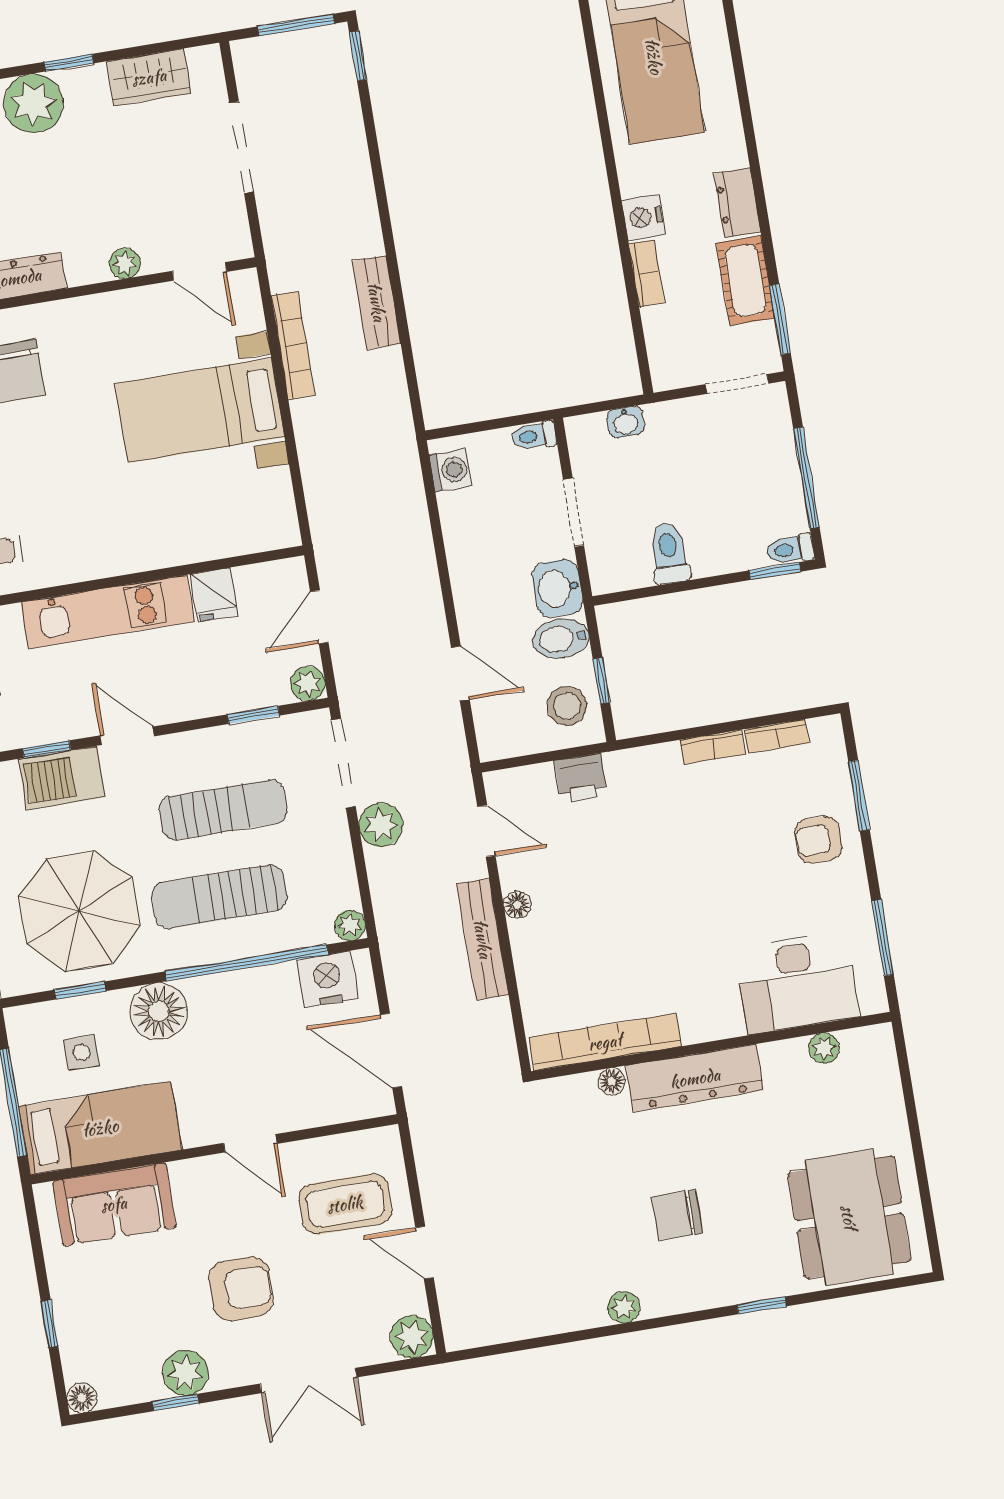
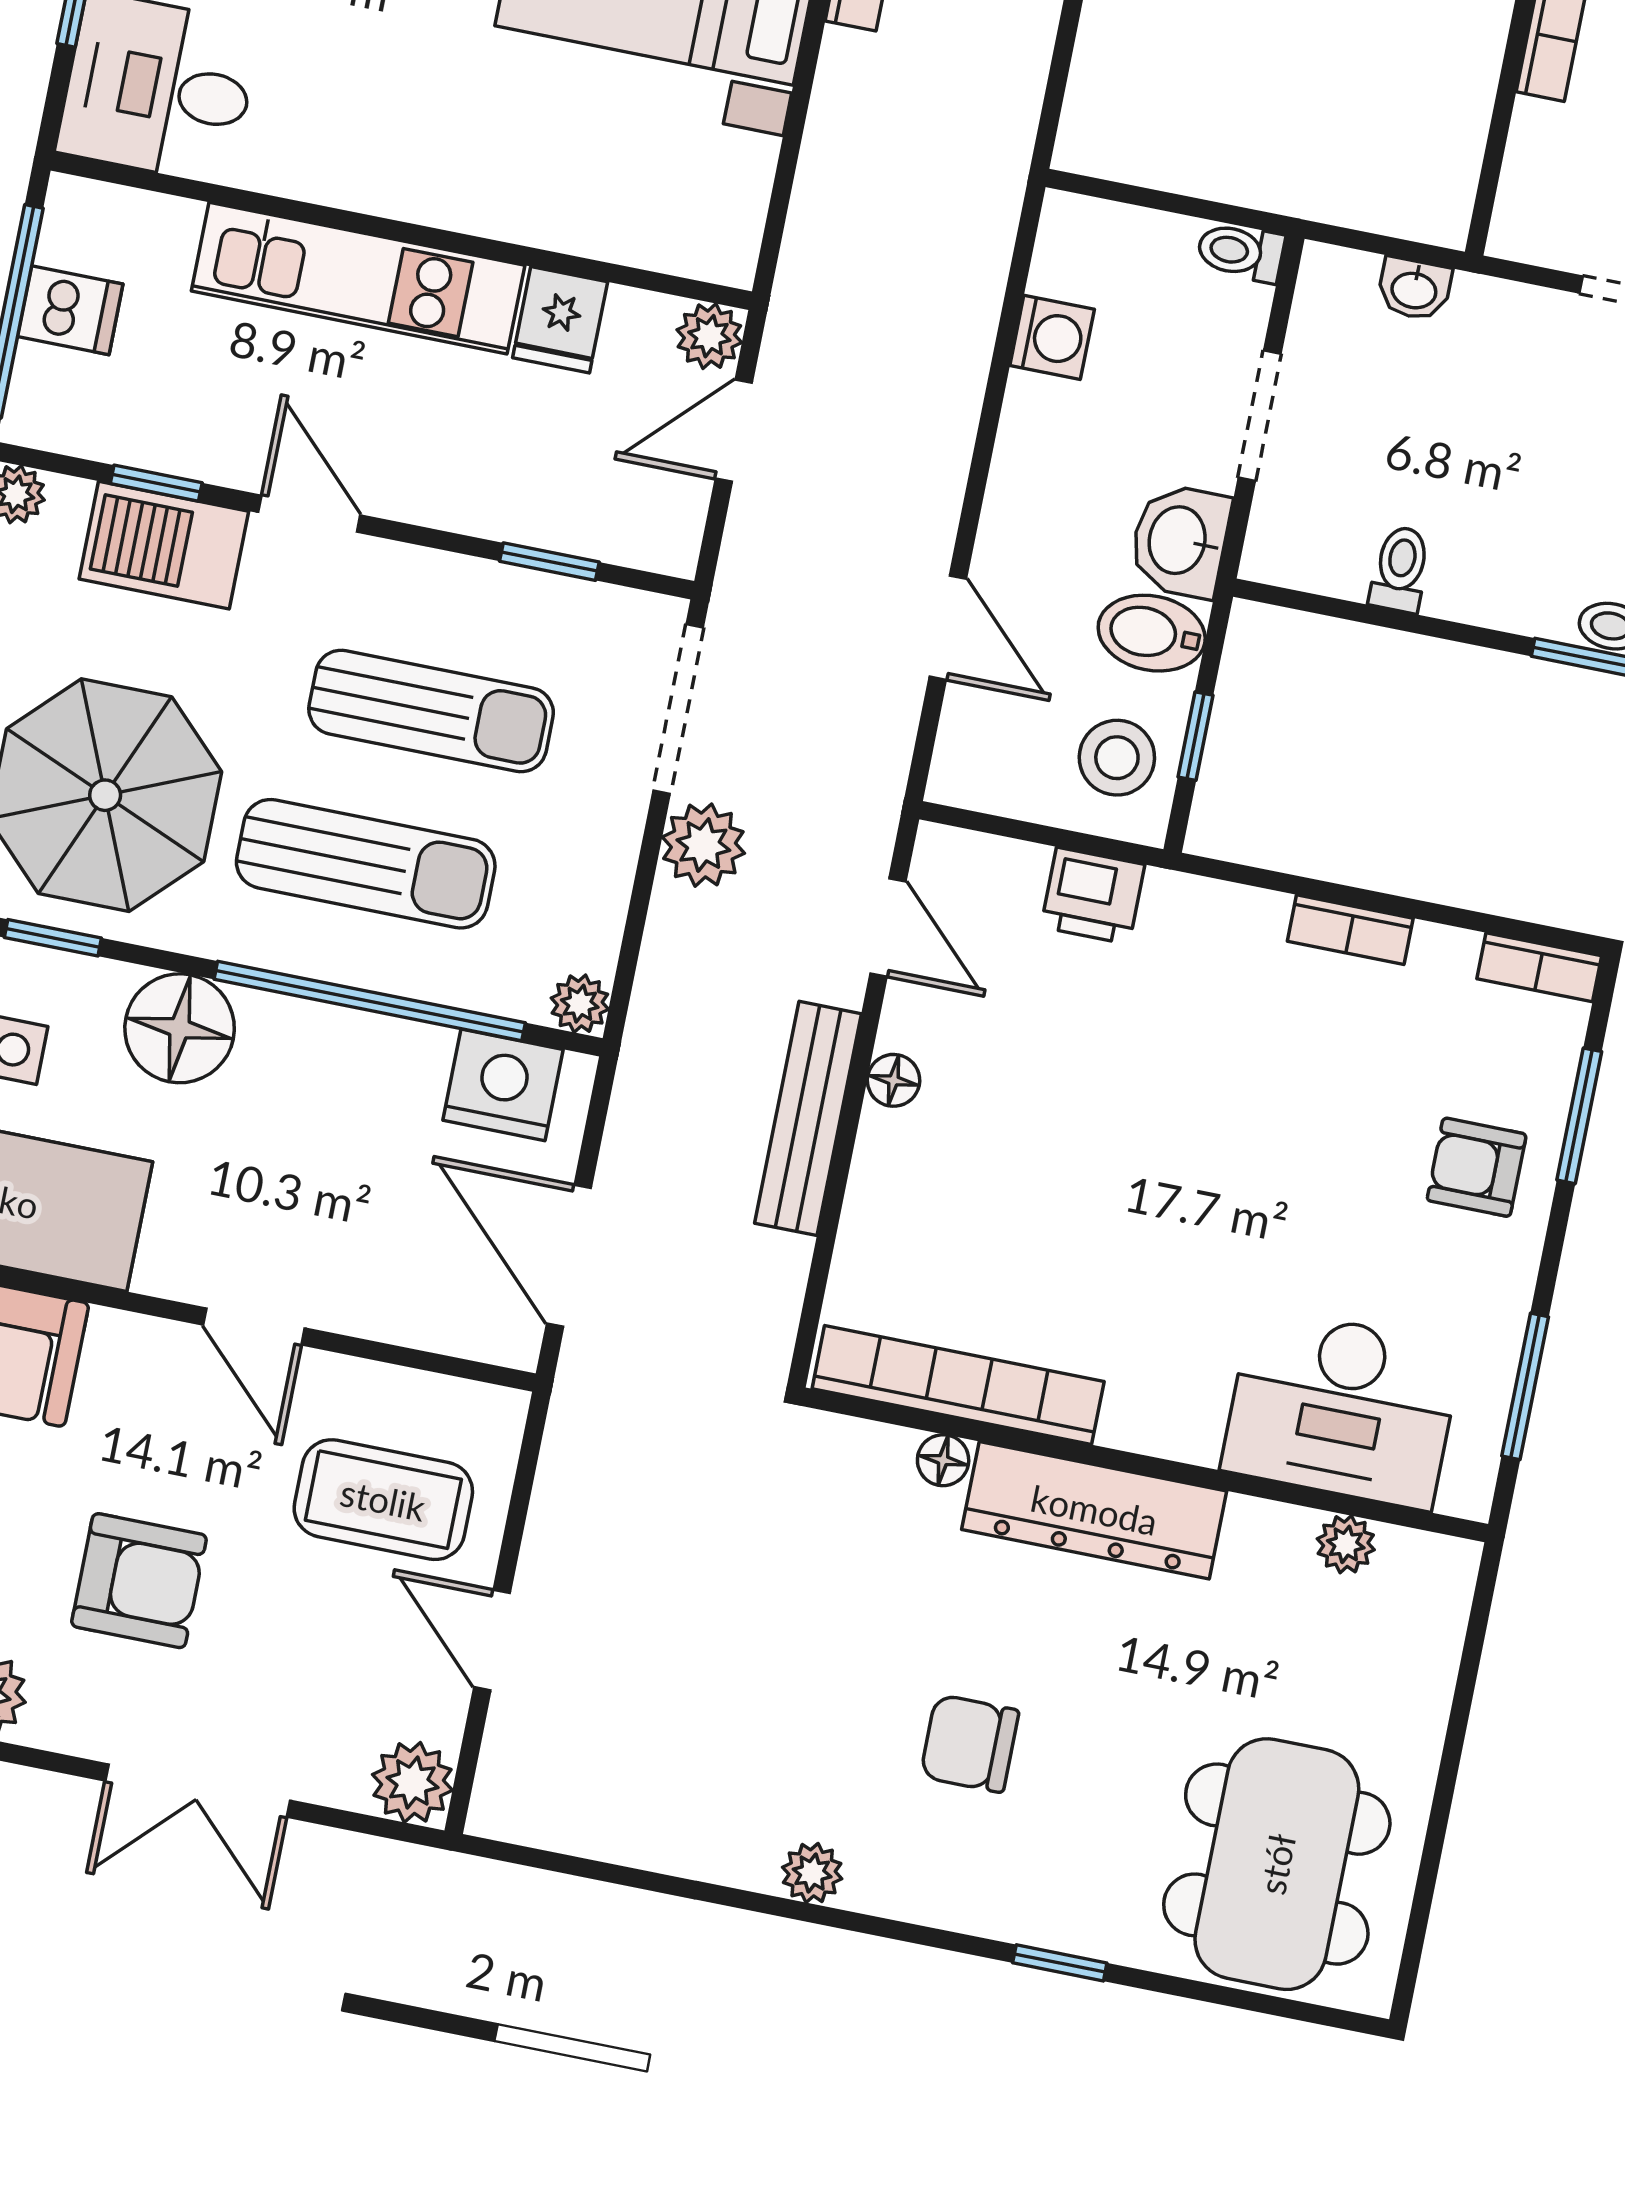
washing machine: (451, 470) -> (1052, 337), moved
toilet: (669, 553) -> (1400, 569), width x0.73, depth x0.72
plant: (308, 683) -> (709, 336), moved
bookcase: (777, 736) -> (1539, 967), moved
sun lounger: (219, 897) -> (366, 864), turned 180

